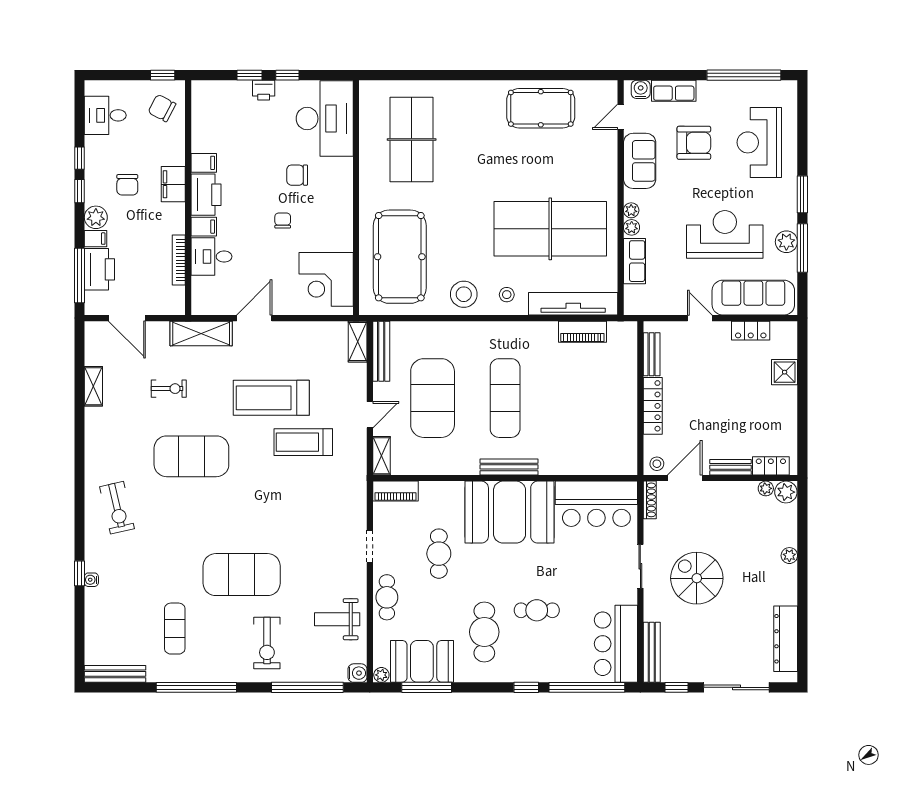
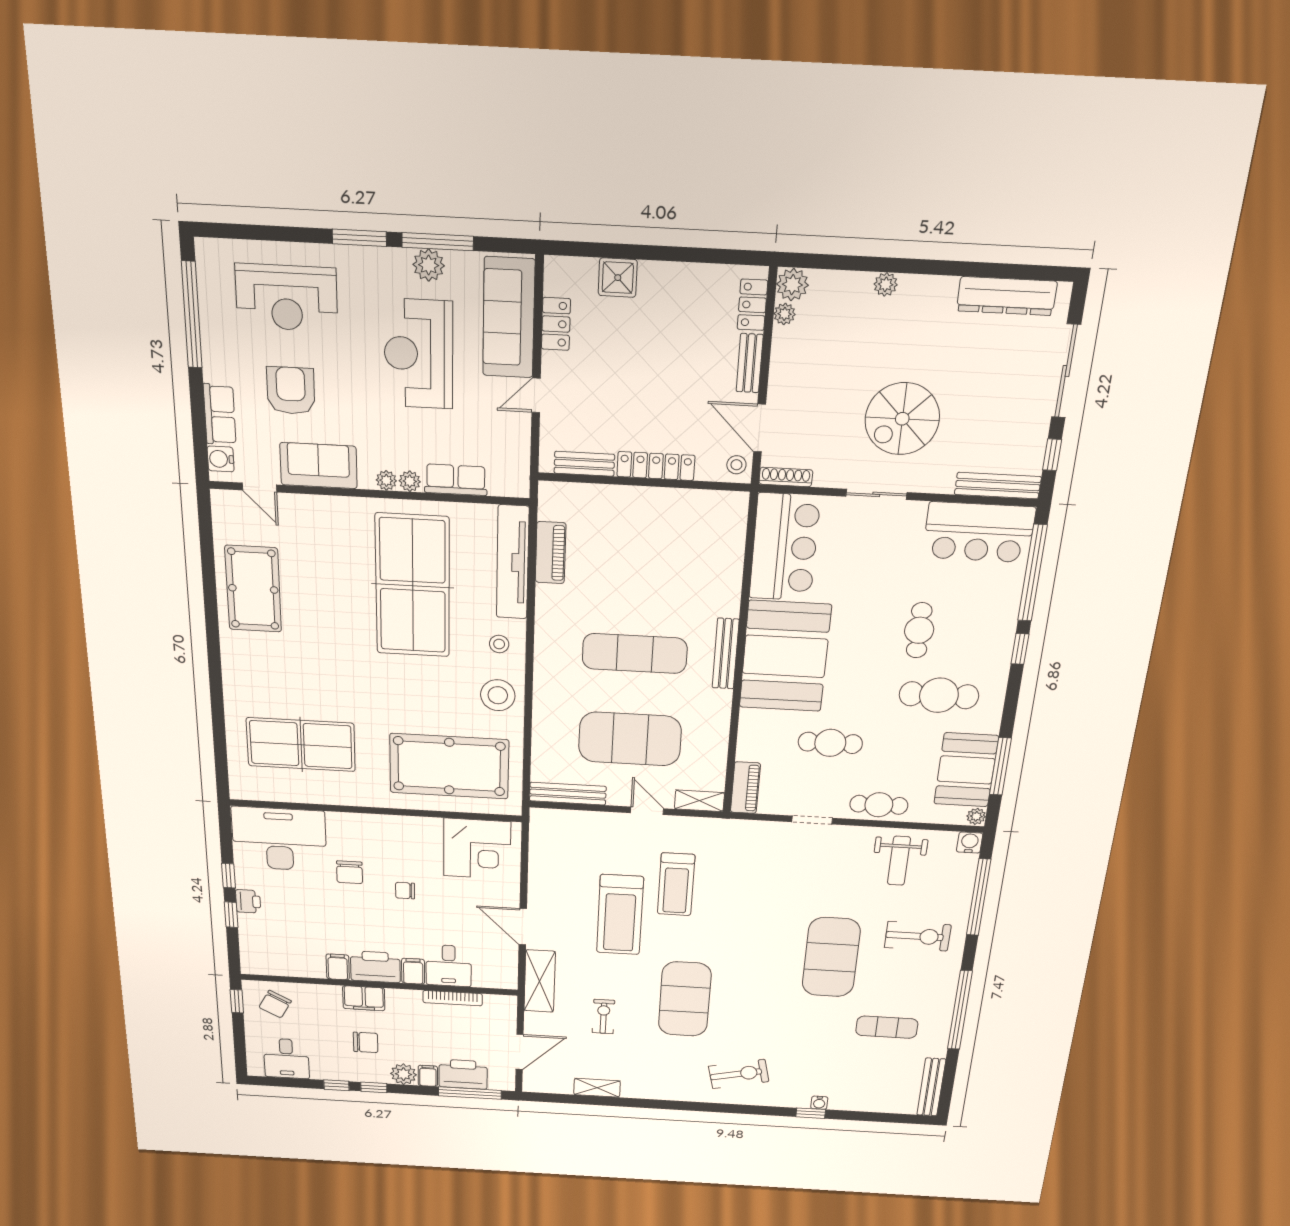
shelving: (358, 342) -> (555, 819), removed

